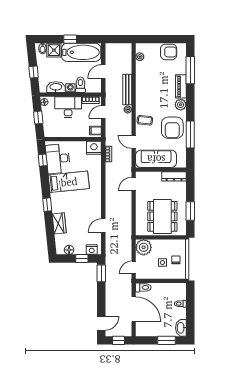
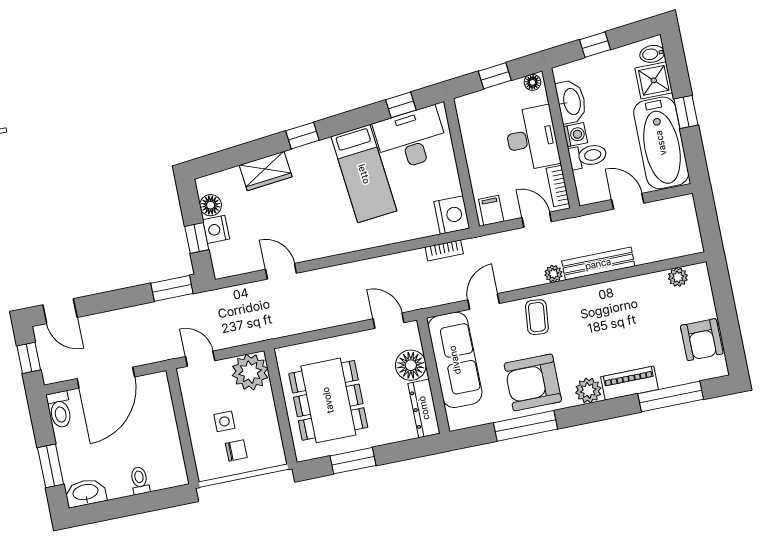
floor lamp: (154, 178) -> (411, 365), added
dining table: (162, 216) -> (328, 400), turned 90
nightstand: (92, 250) -> (216, 229), moved
toilet: (143, 287) -> (60, 410), moved

